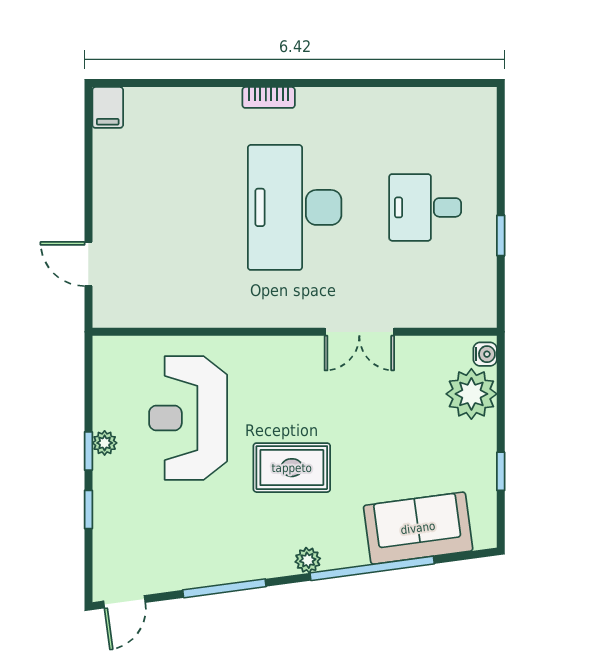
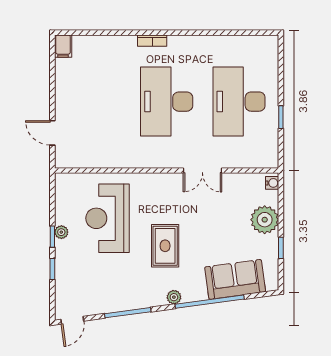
desk: (425, 207) -> (239, 102), width x1.87, depth x1.30
plant: (471, 394) -> (265, 220), moved
rug: (292, 468) -> (165, 246), turned 90

